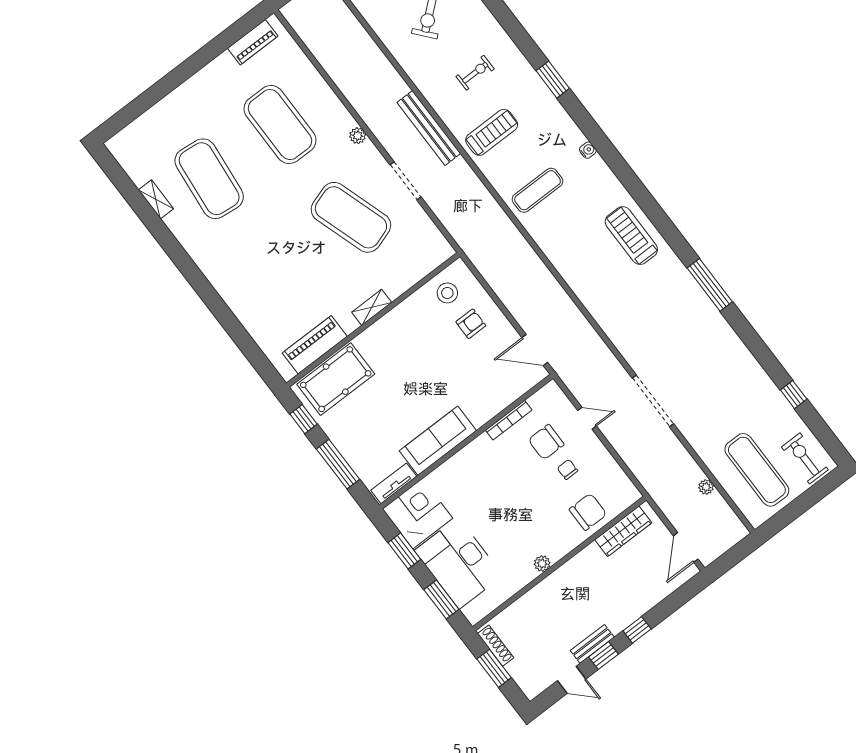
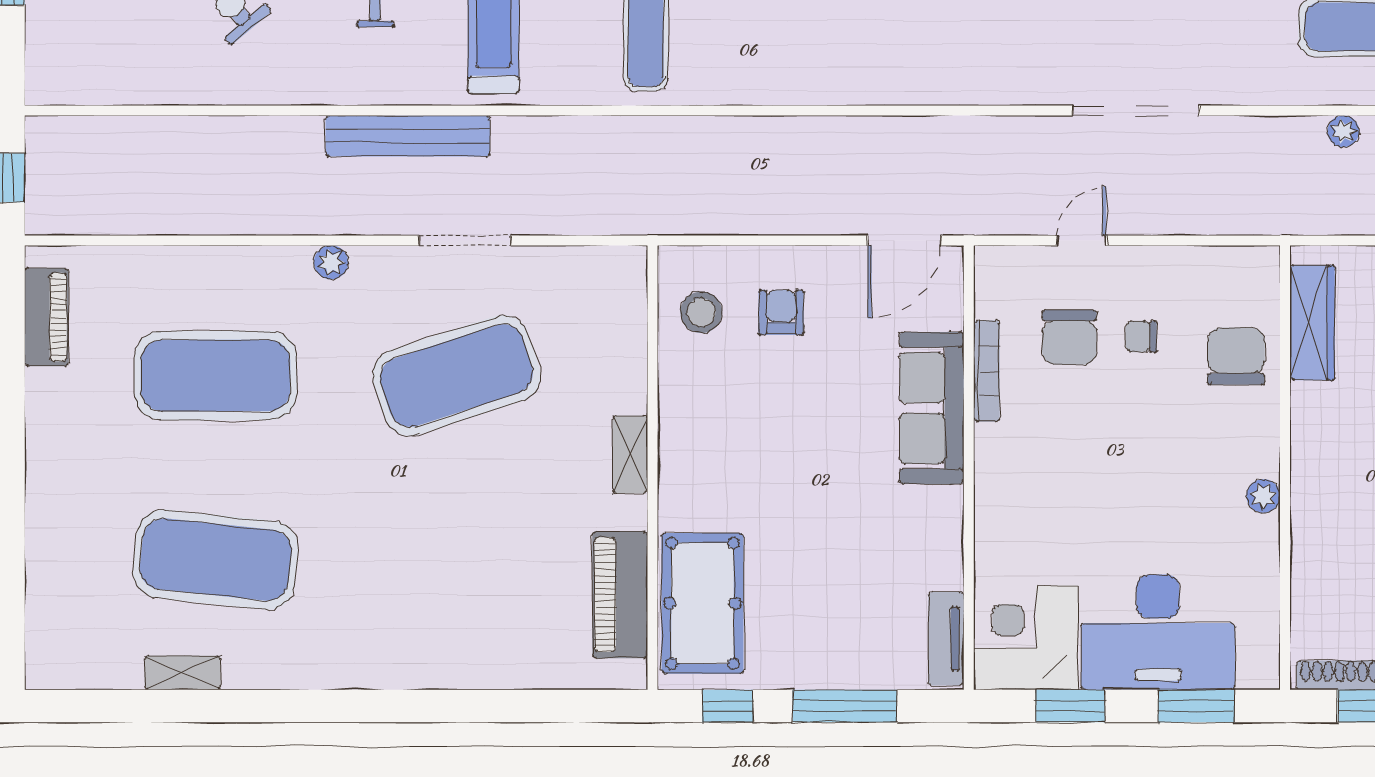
sofa: (438, 441) -> (932, 408), moved

